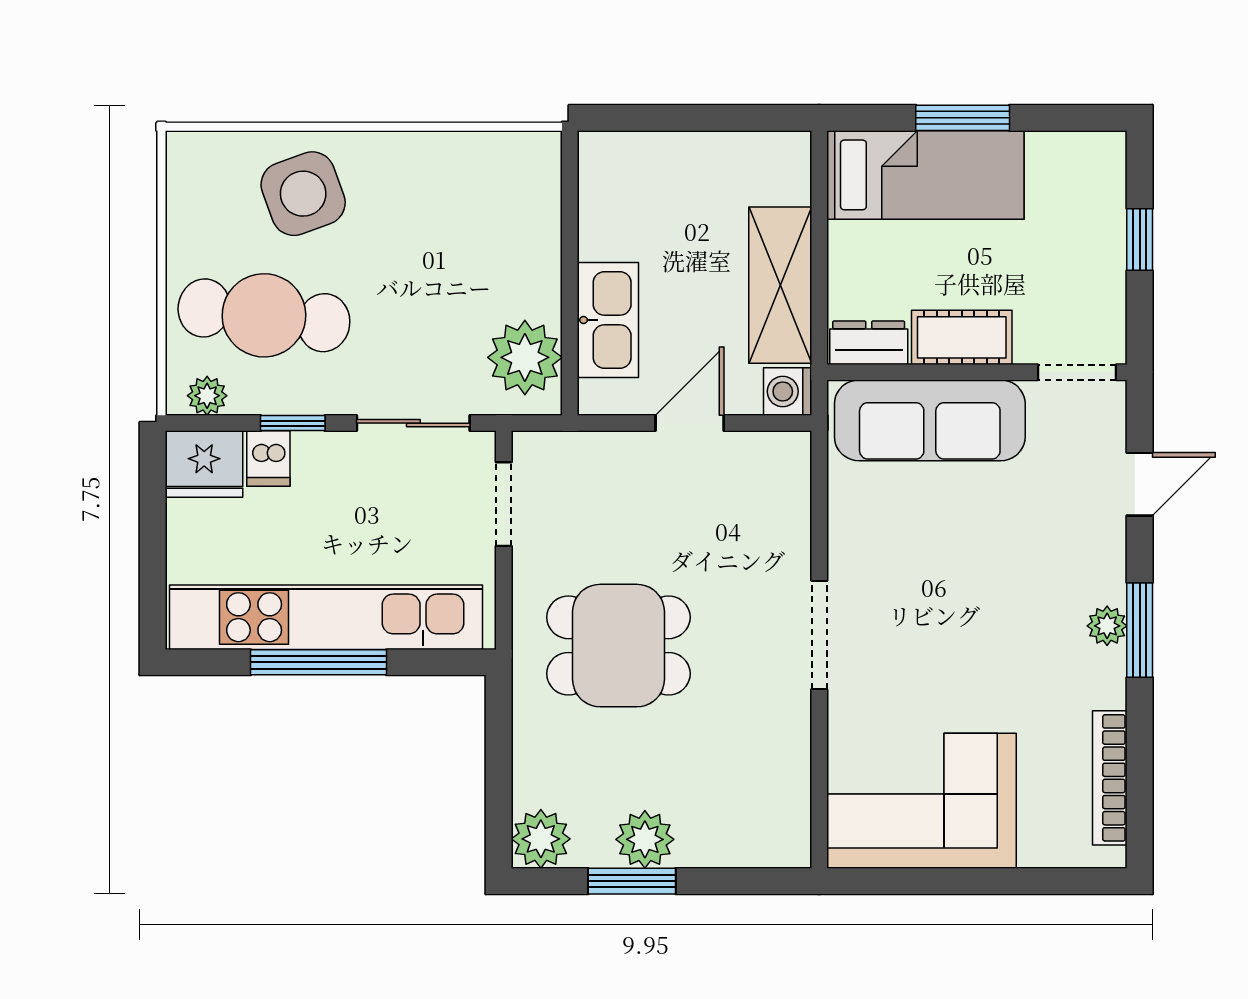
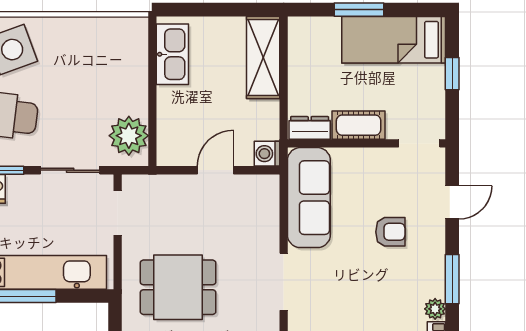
bed: (925, 175) -> (394, 40), moved, turned 180
shelving: (780, 285) -> (263, 58), moved
kitchen sink: (608, 320) -> (172, 54), moved
sofa: (930, 420) -> (309, 198), moved, turned -90
armchair: (1022, 540) -> (390, 232), added
plant: (1107, 626) -> (435, 309), moved

